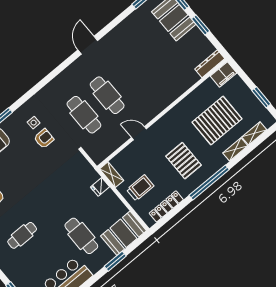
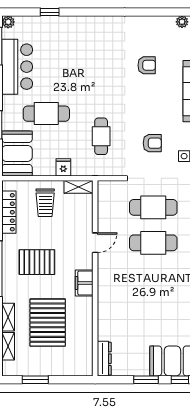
filing cabinet: (223, 75) -> (84, 283), moved
armchair: (44, 139) -> (152, 143), moved, turned -90
fridge: (100, 187) -> (63, 167), moved
cafe table: (22, 235) -> (101, 136), moved

